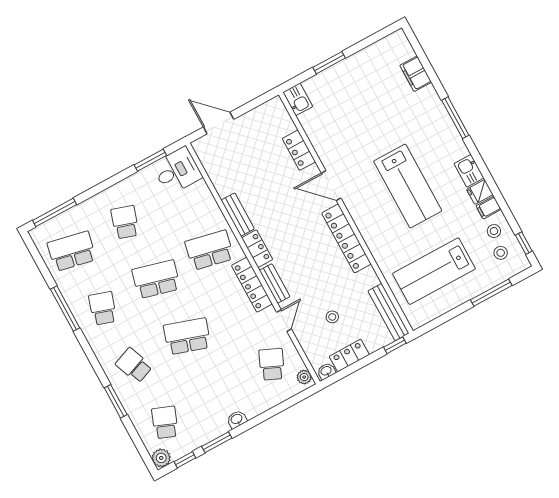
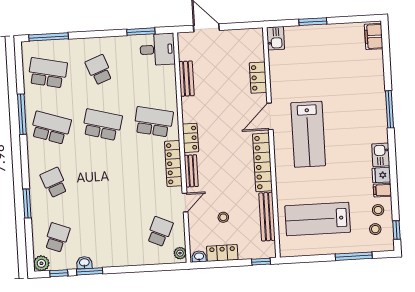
filing cabinet: (416, 74) -> (374, 36), moved
door: (331, 186) -> (270, 116), hinge flipped
lab bench: (408, 186) -> (308, 134), moved
bench: (238, 215) -> (186, 79), moved
school desk: (125, 222) -> (99, 70), turned -39
school desk: (103, 308) -> (51, 128), width x1.85
bench: (388, 312) -> (267, 217), moved
school desk: (187, 336) -> (105, 180), removed
washbasin: (237, 419) -> (84, 263), moved

